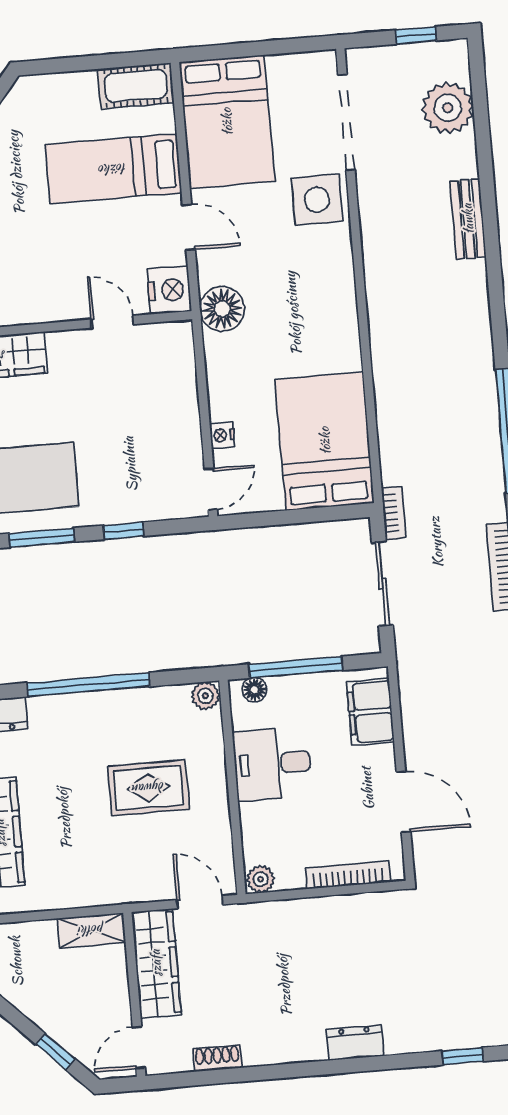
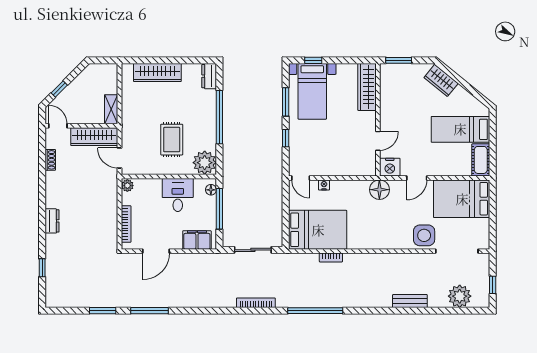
bed: (113, 169) -> (460, 129), moved, turned -90
bookcase: (394, 513) -> (331, 258), moved
plant: (205, 696) -> (205, 163), width x1.87, depth x1.87
door: (200, 902) -> (120, 158), swing flipped

